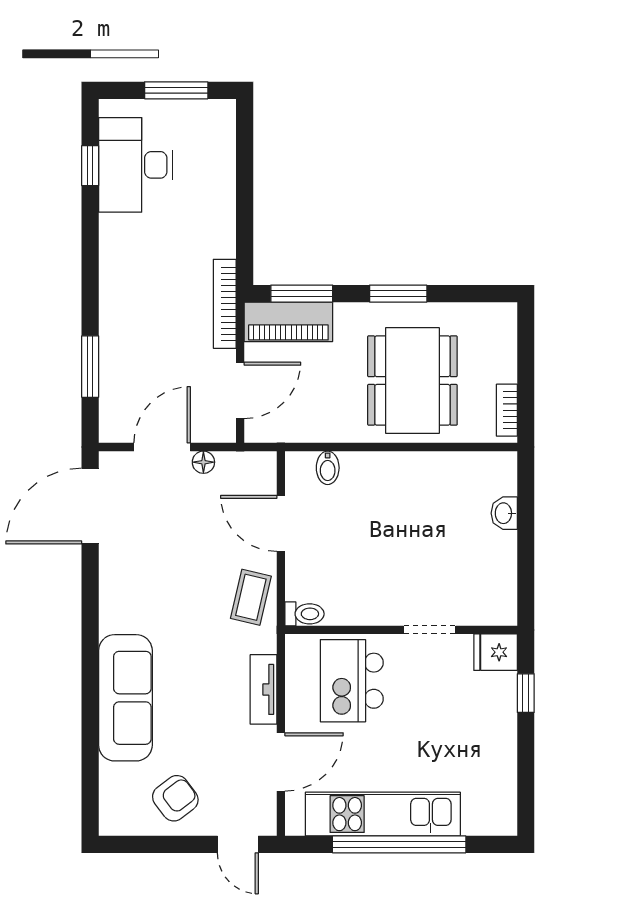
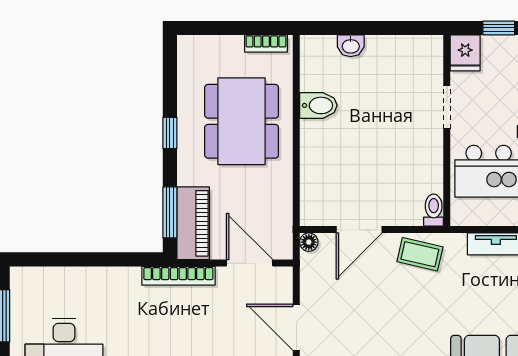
window: (398, 294) -> (170, 133), width x0.67
dining table: (412, 381) -> (242, 121), turned 90
floor lamp: (203, 462) -> (309, 242), moved
bidet: (328, 468) -> (318, 105), moved, width x1.38, depth x1.36

